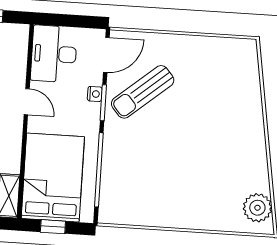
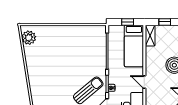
bed: (53, 178) -> (134, 46), width x0.67

